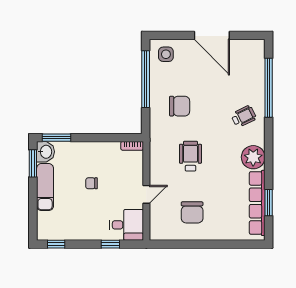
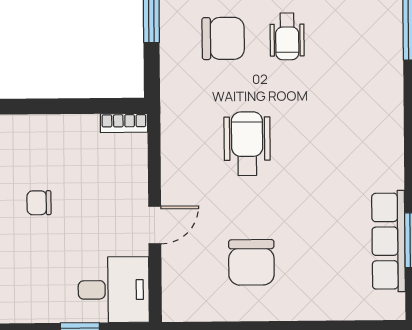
wheelchair: (244, 116) -> (287, 36), moved, turned 116
plant: (253, 157) -> (379, 145), removed
row of seats: (257, 203) -> (388, 241), width x0.73

